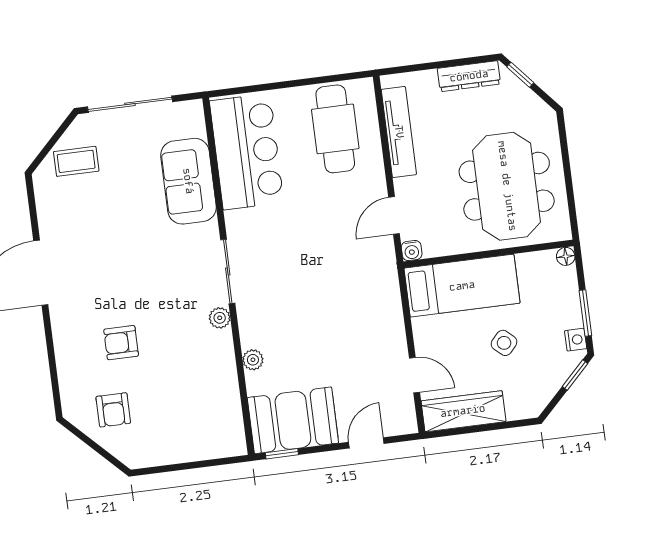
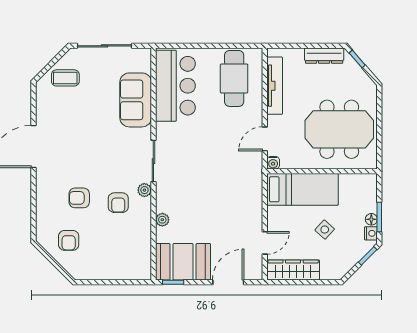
meeting table: (507, 186) -> (339, 129), turned 90
floor lamp: (566, 256) -> (371, 219), moved
armchair: (182, 342) -> (118, 203), added
door: (414, 375) -> (265, 243), hinge flipped
door: (366, 443) -> (228, 282), width x1.38

